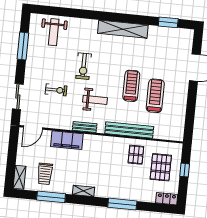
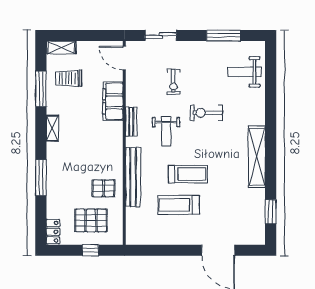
treadmill: (155, 96) -> (179, 205), turned 180

